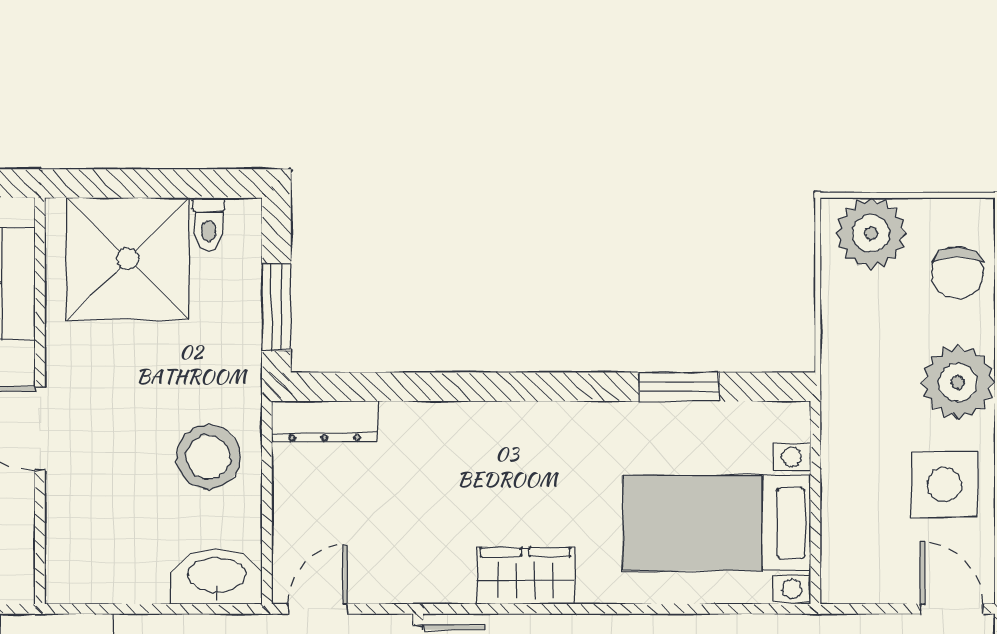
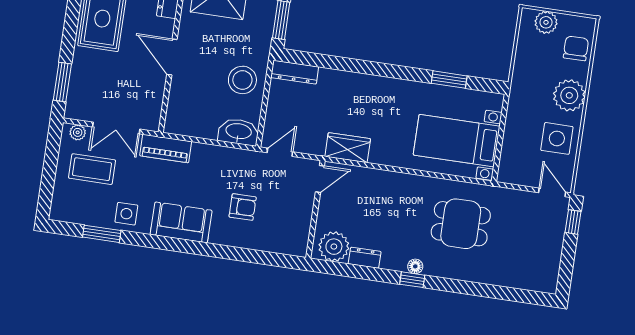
plant: (871, 233) -> (546, 22), width x0.73, depth x0.73
chair: (957, 273) -> (576, 48), turned 180
wardrobe: (525, 576) -> (348, 148), moved

